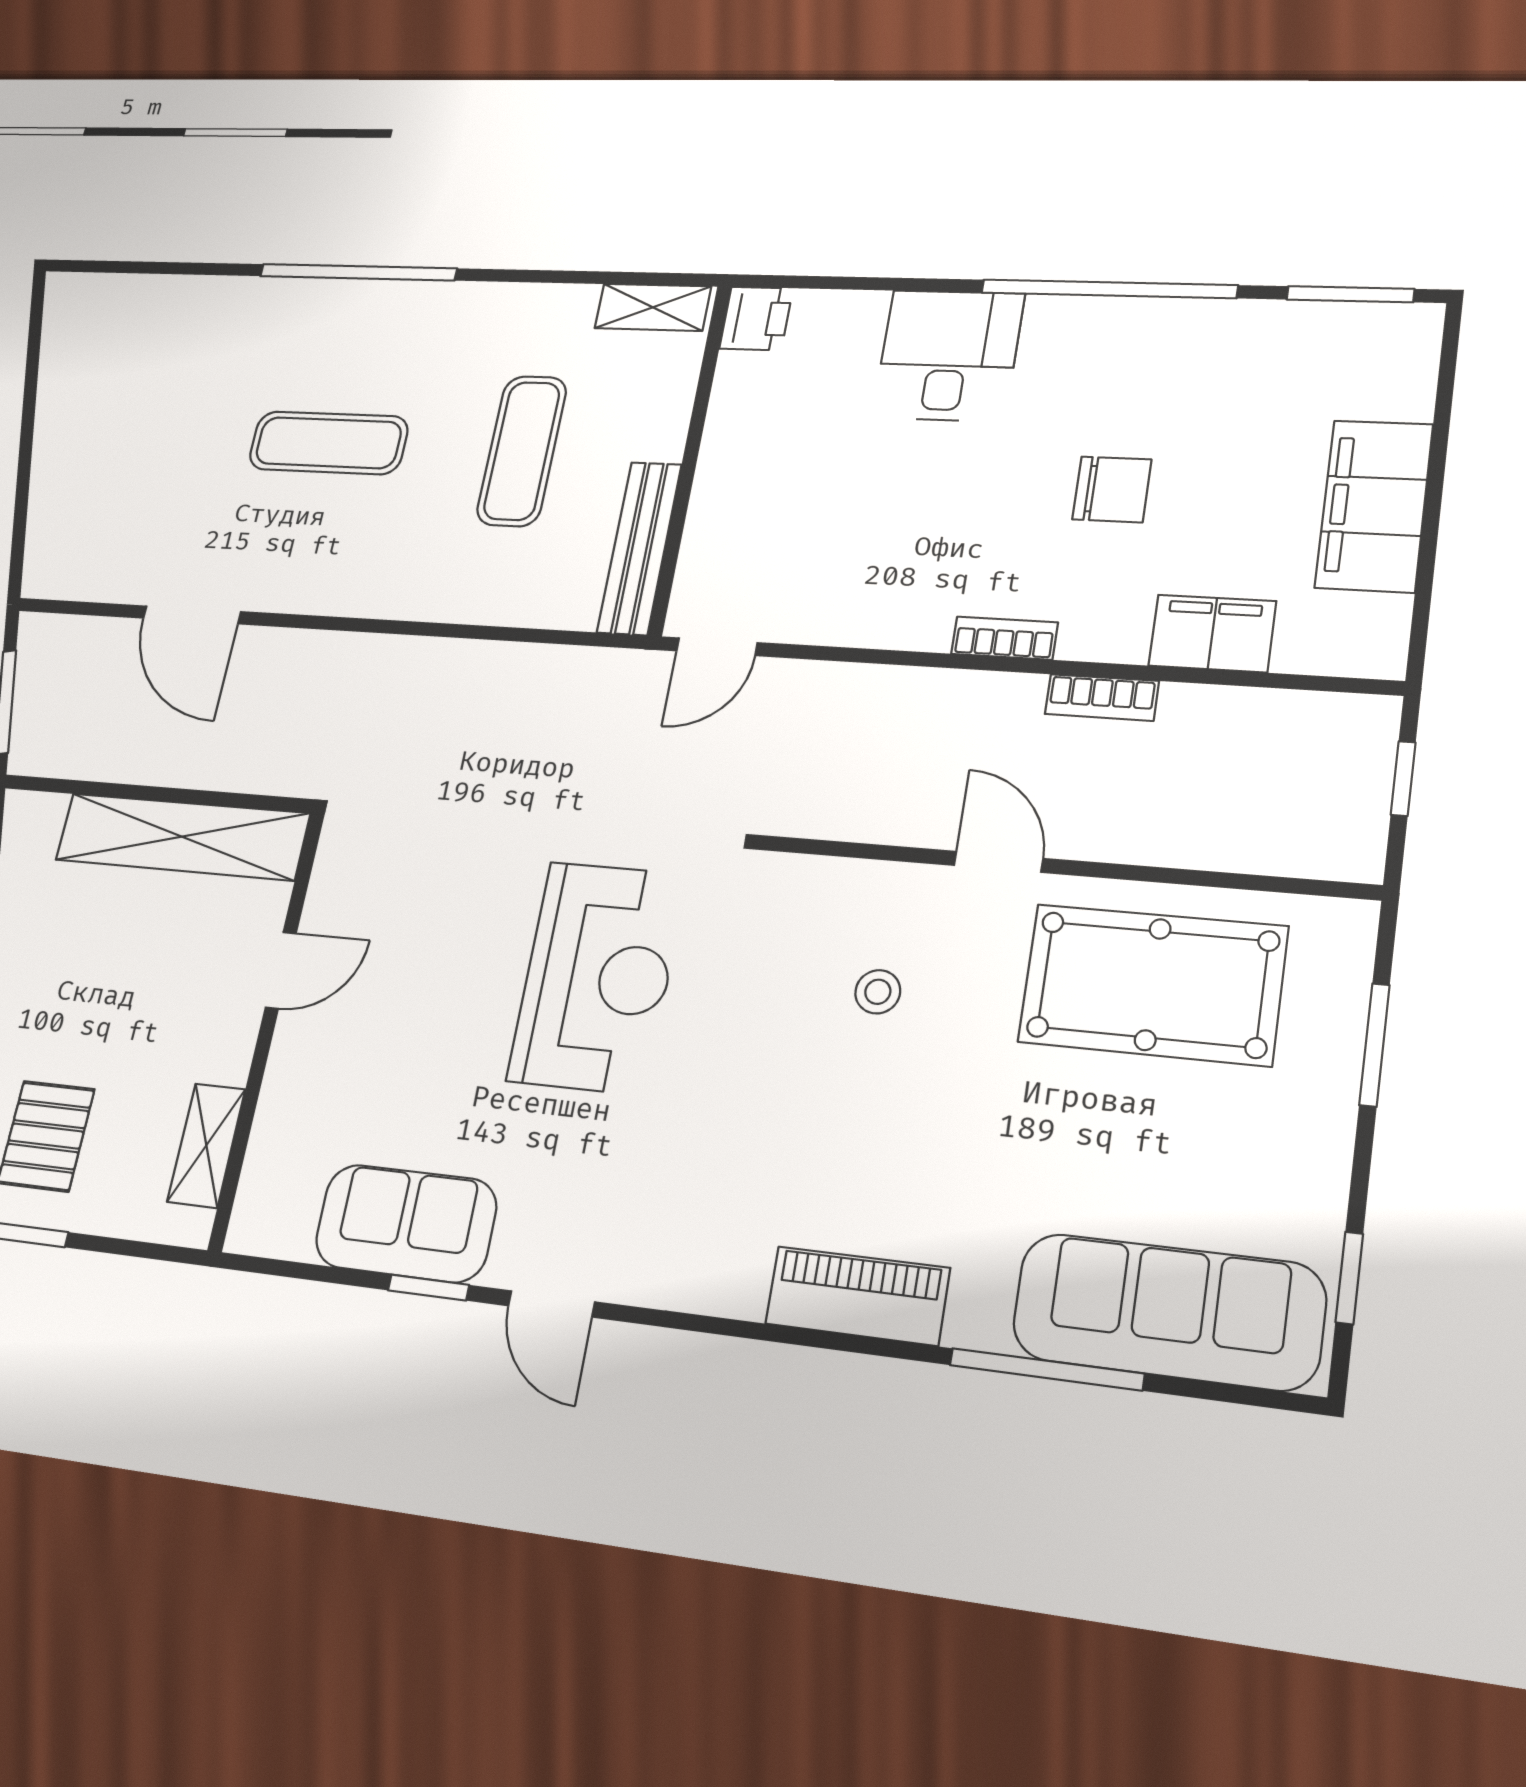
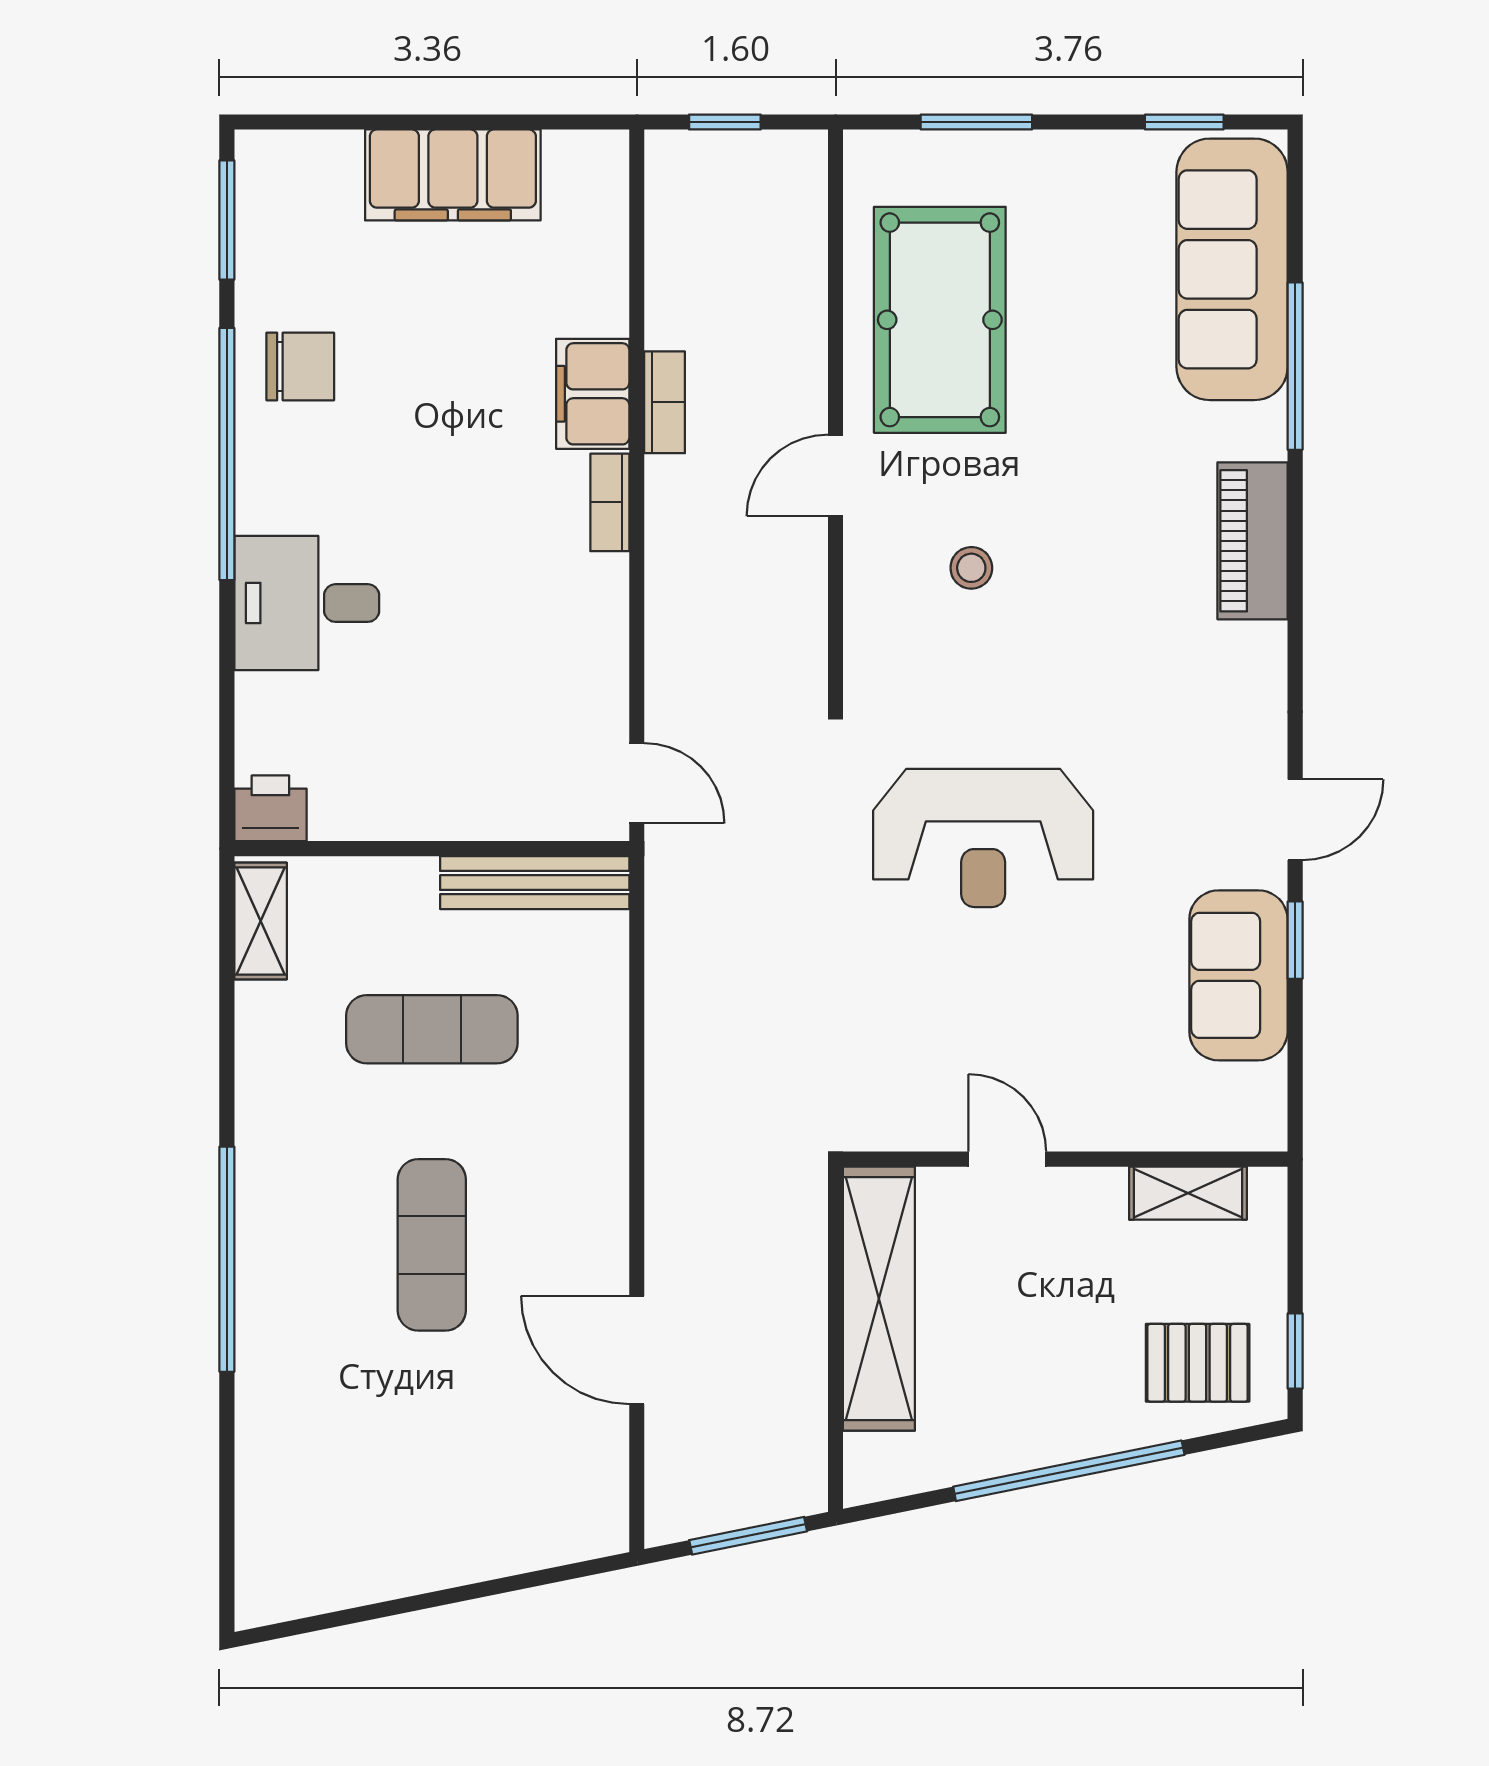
chair: (1112, 489) -> (300, 366), moved, turned 90
door: (192, 615) -> (637, 1350), swing flipped
filing cabinet: (1212, 633) -> (593, 394), moved
reception desk: (597, 977) -> (983, 838), turned 180

